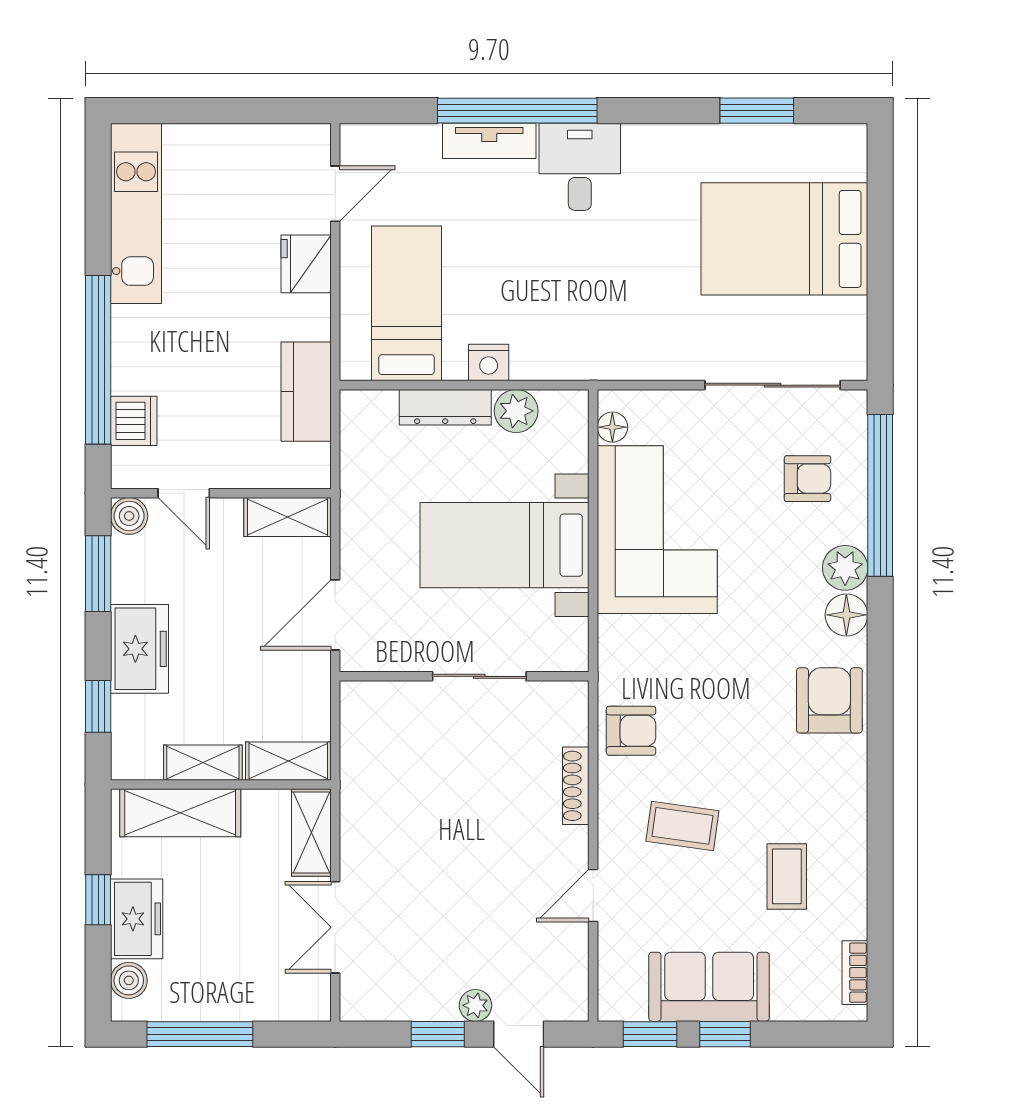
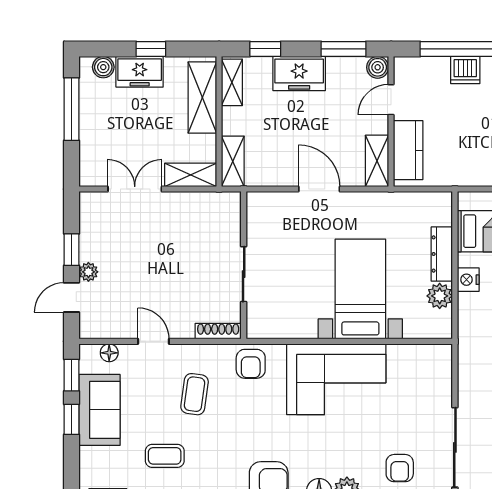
kitchen counter: (306, 392) -> (408, 150), moved, turned 90
dishwasher: (134, 421) -> (465, 70), moved
floor lamp: (612, 427) -> (109, 353), moved
corner sofa: (657, 530) -> (336, 379), moved
wall: (464, 676) -> (244, 265), moved
sliding door: (479, 676) -> (244, 274), moved
shelving: (203, 763) -> (232, 82), moved

